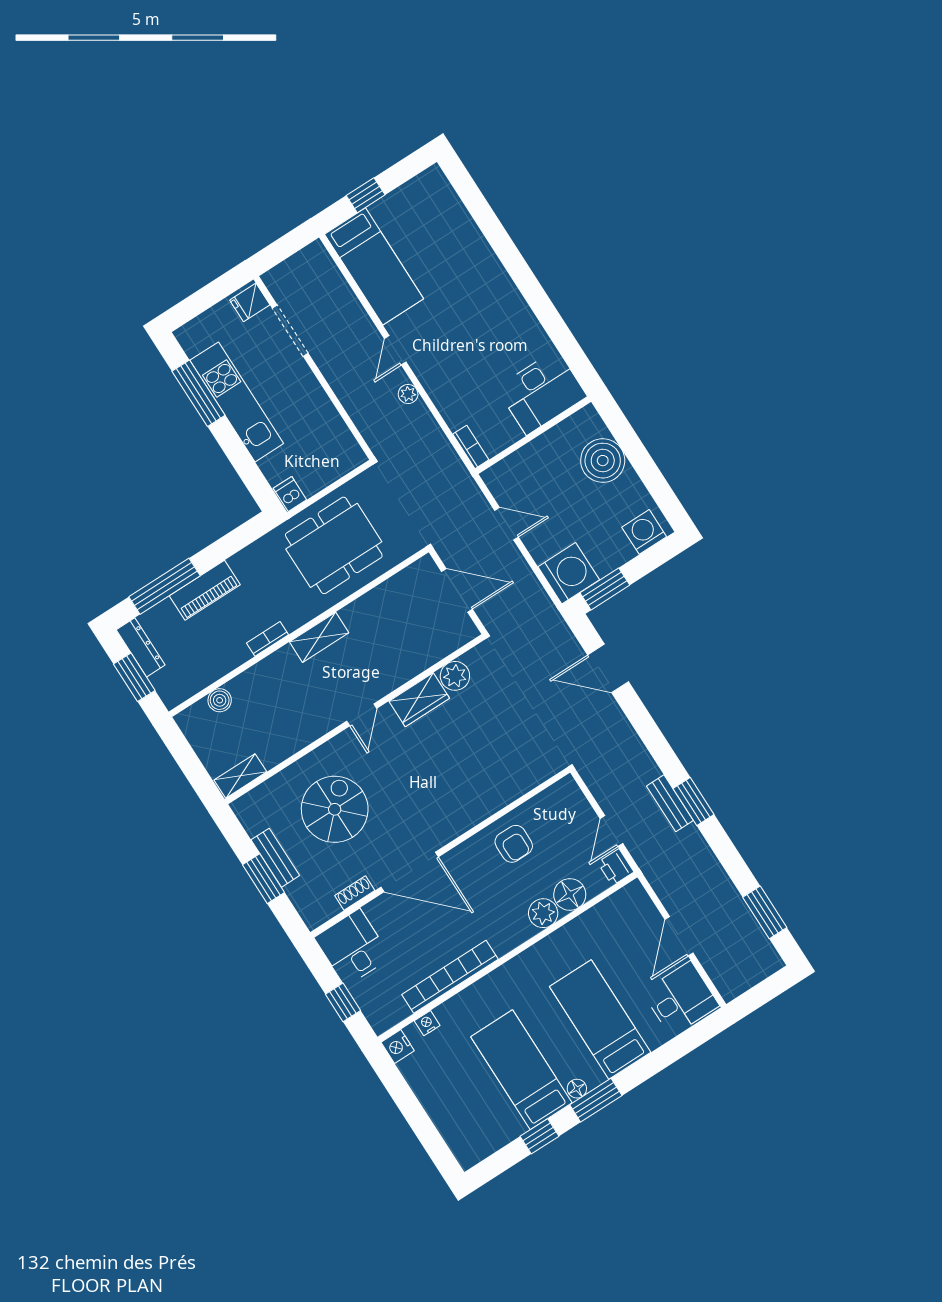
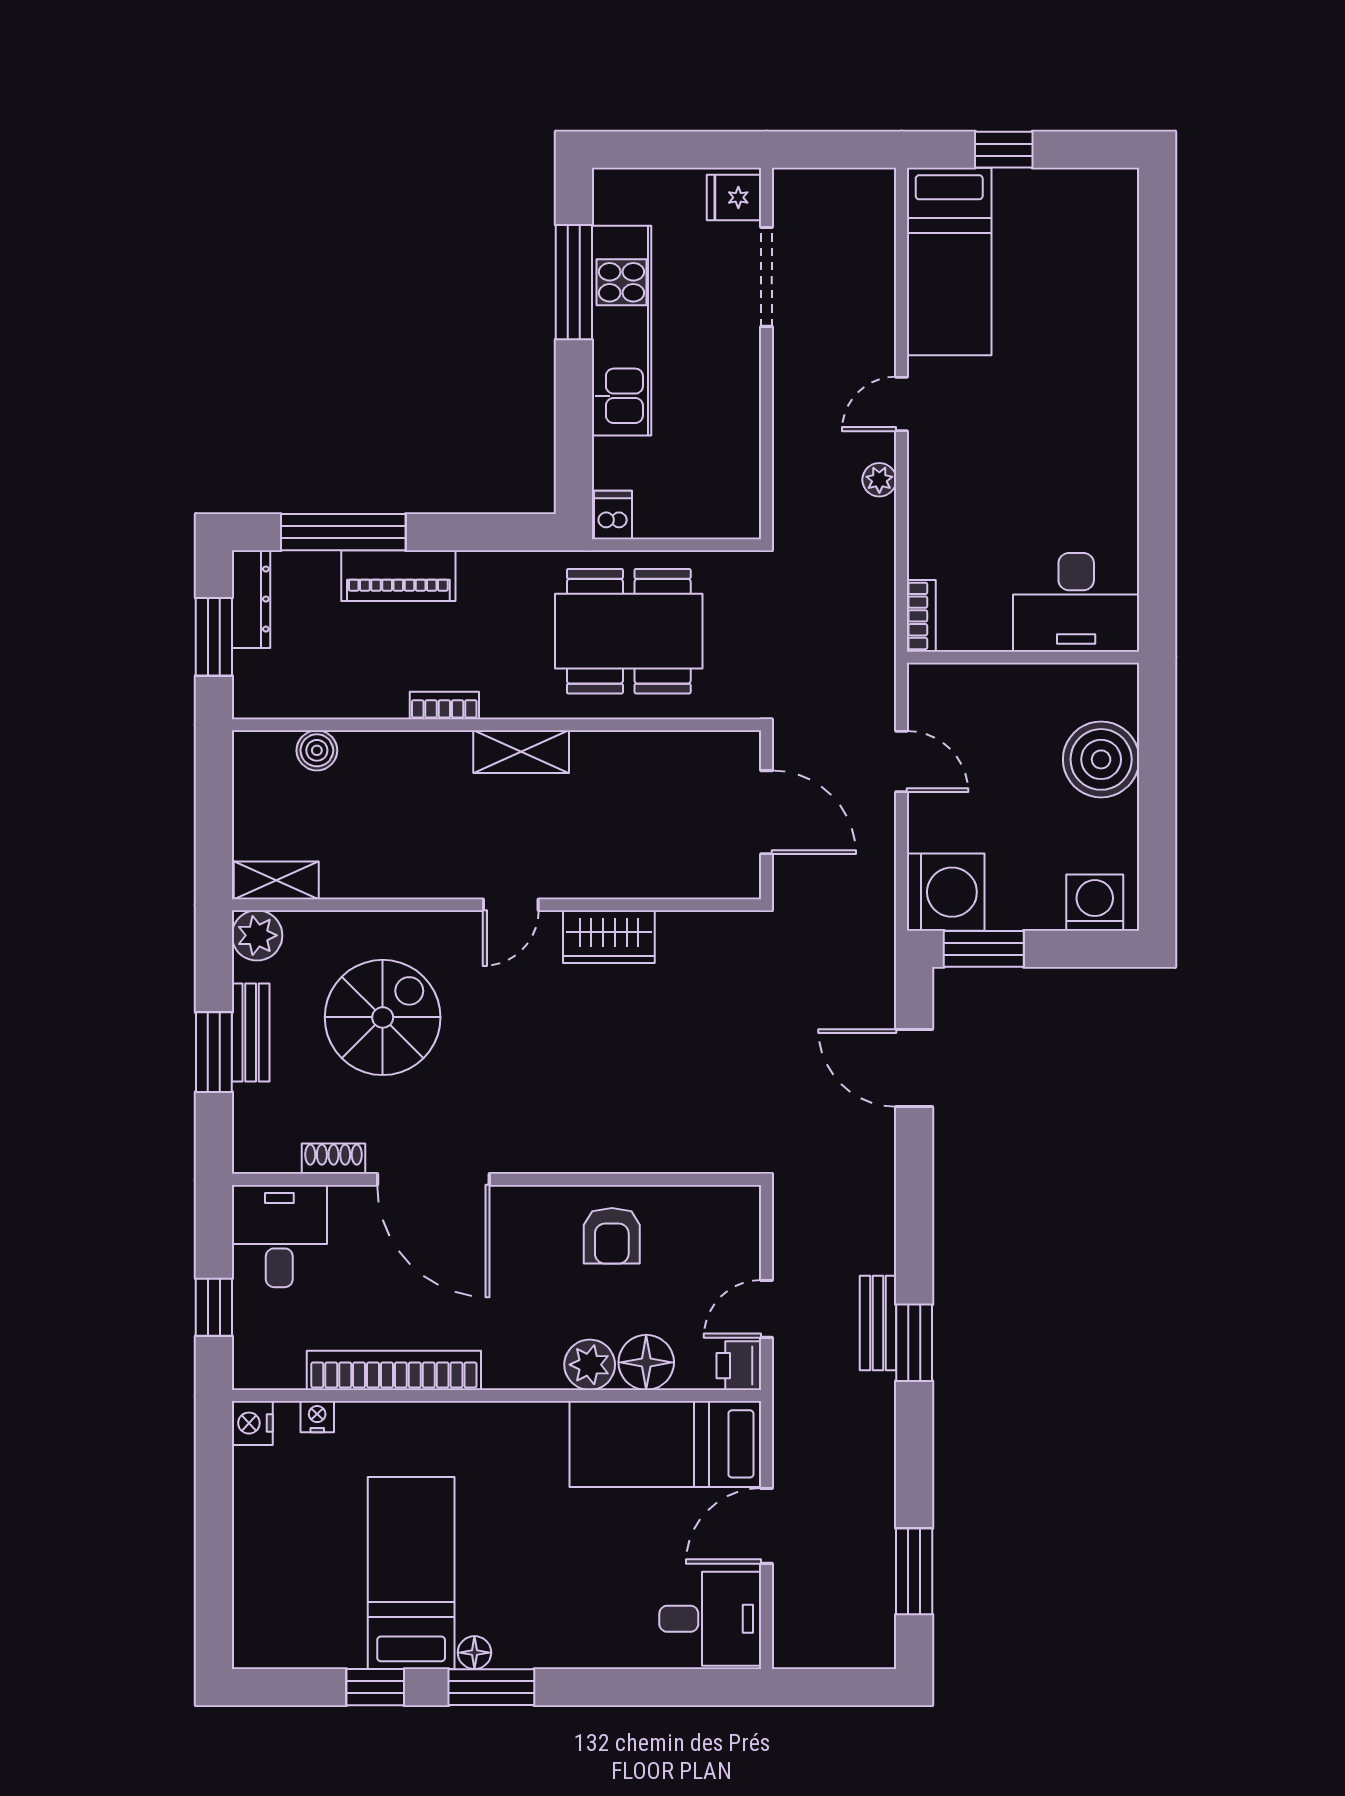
plant: (455, 676) -> (257, 935), moved
bed: (600, 1019) -> (665, 1444), moved, turned -90

